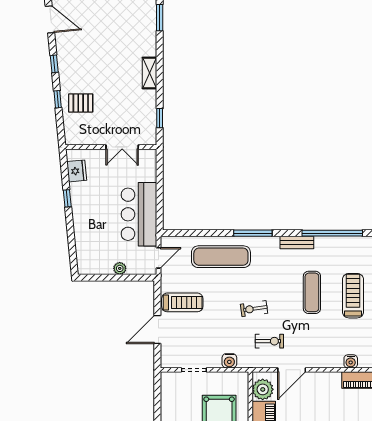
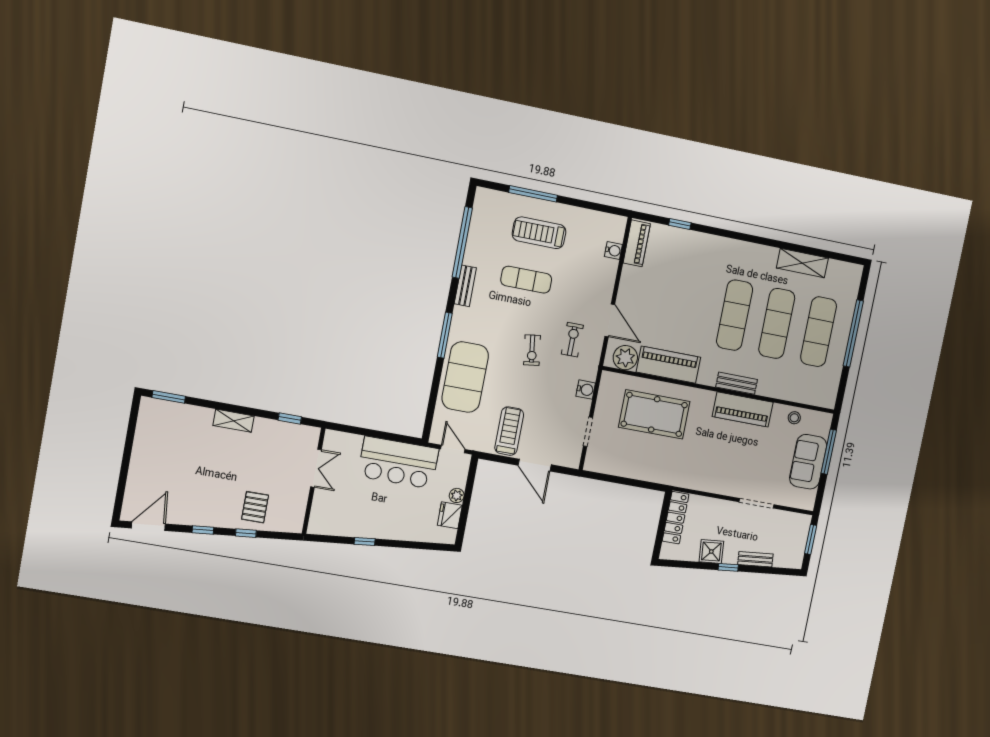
fridge: (77, 171) -> (450, 515), moved, turned -84
exercise mat: (221, 257) -> (465, 377), width x1.47

